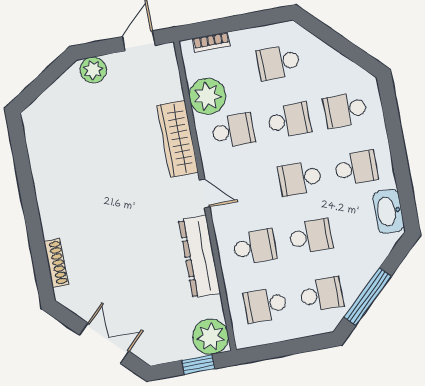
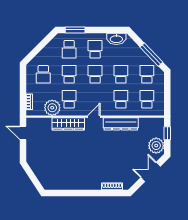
plant: (93, 70) -> (32, 155), removed
window: (391, 115) -> (75, 30), added
school desk: (300, 178) -> (95, 74), turned 180
school desk: (265, 305) -> (147, 99), turned 180
plant: (211, 337) -> (156, 146), moved

